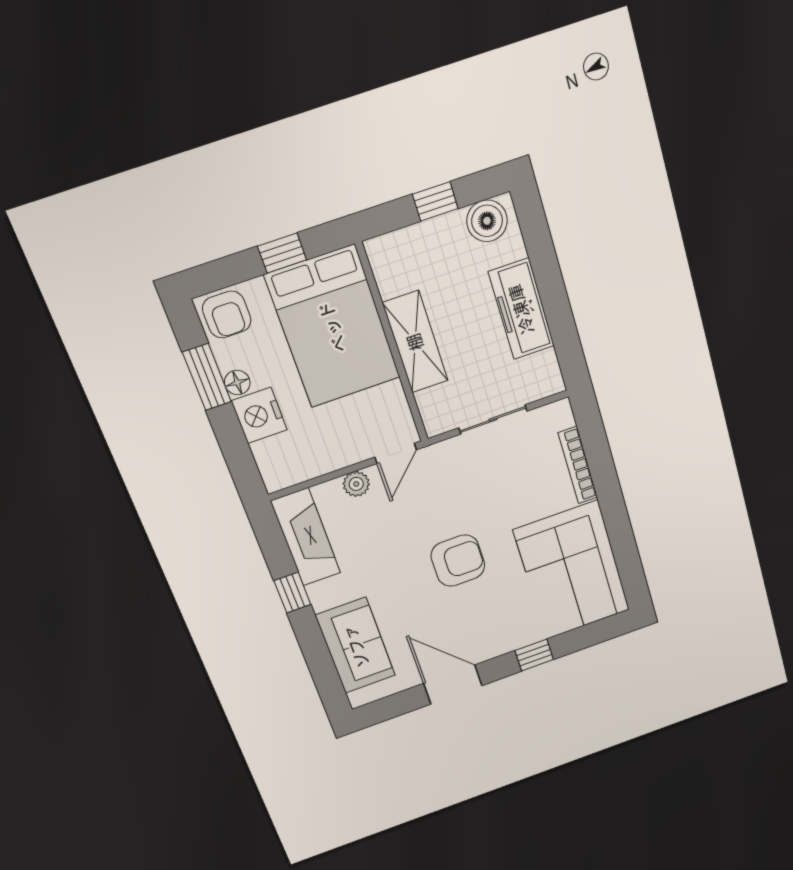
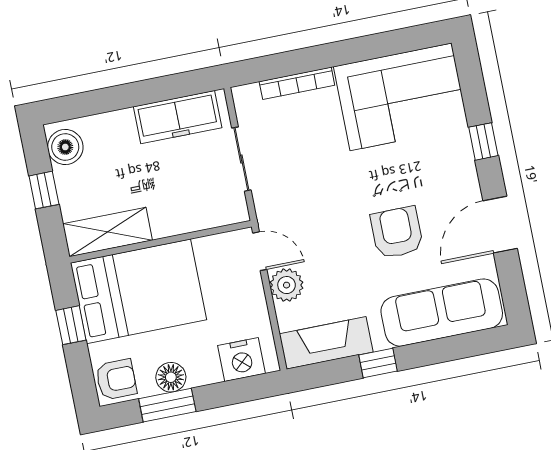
freezer: (521, 309) -> (178, 117), moved
shelving: (415, 342) -> (108, 232), moved
floor lamp: (237, 383) -> (171, 377), width x1.37, depth x1.37
nightstand: (259, 415) -> (241, 359), moved
plant: (356, 484) -> (287, 285), width x1.38, depth x1.38
armchair: (458, 561) -> (397, 232), moved
sofa: (356, 646) -> (442, 313), width x1.36

